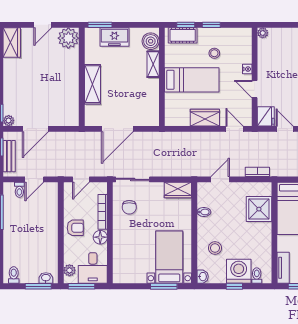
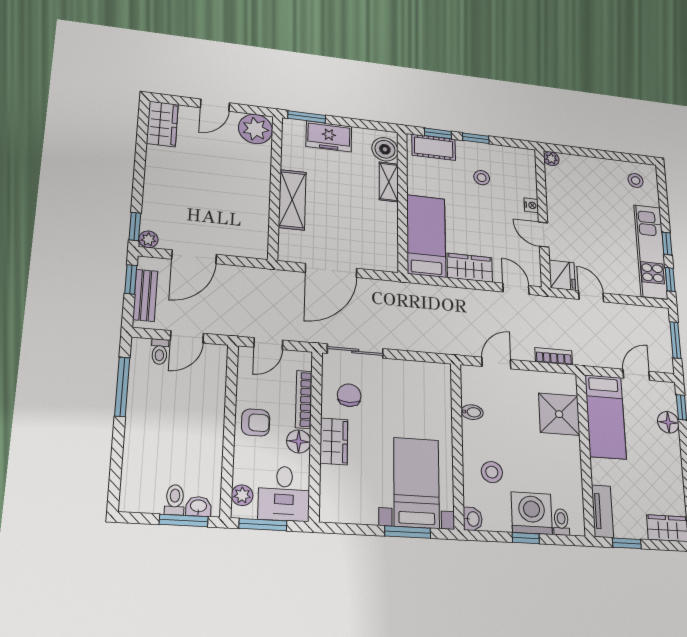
bed: (192, 80) -> (426, 236), moved, turned -90
wardrobe: (178, 190) -> (334, 441), moved, turned -90
chair: (129, 207) -> (349, 395), turned 180
toilet: (14, 275) -> (175, 500), moved

